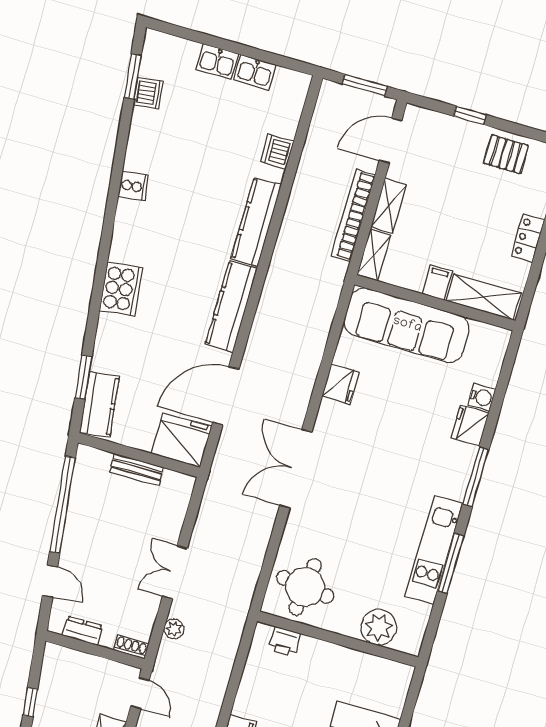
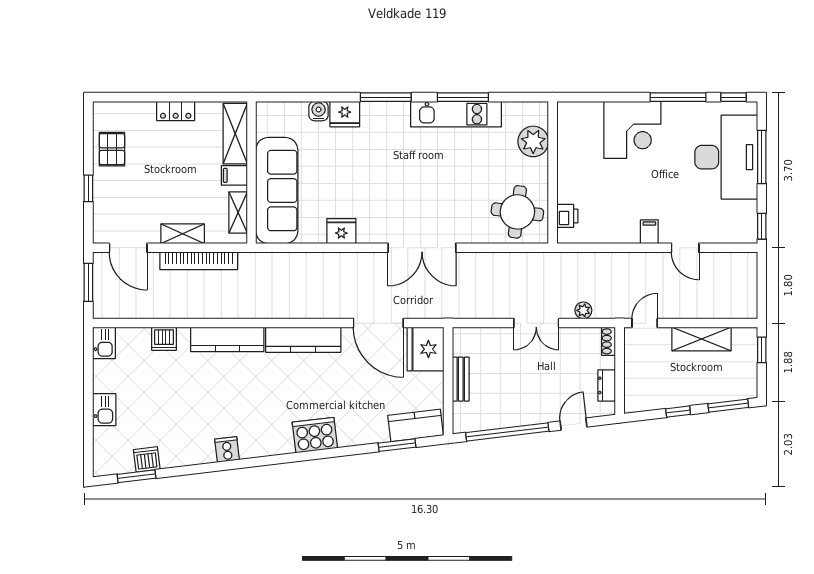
kitchen sink: (255, 72) -> (104, 343), moved
shelving: (374, 255) -> (238, 212), moved, turned 90

